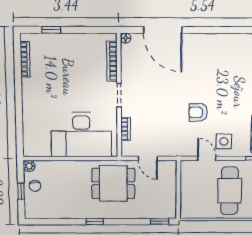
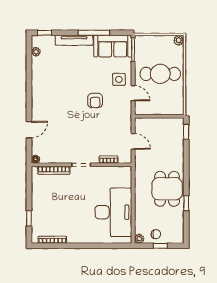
door: (163, 30) -> (29, 130), width x0.53
desk: (81, 135) -> (113, 212), moved
door: (148, 158) -> (133, 141), hinge flipped
door: (207, 158) -> (133, 93), swing flipped
dining table: (113, 183) -> (167, 189), moved
window: (95, 222) -> (186, 203), moved

